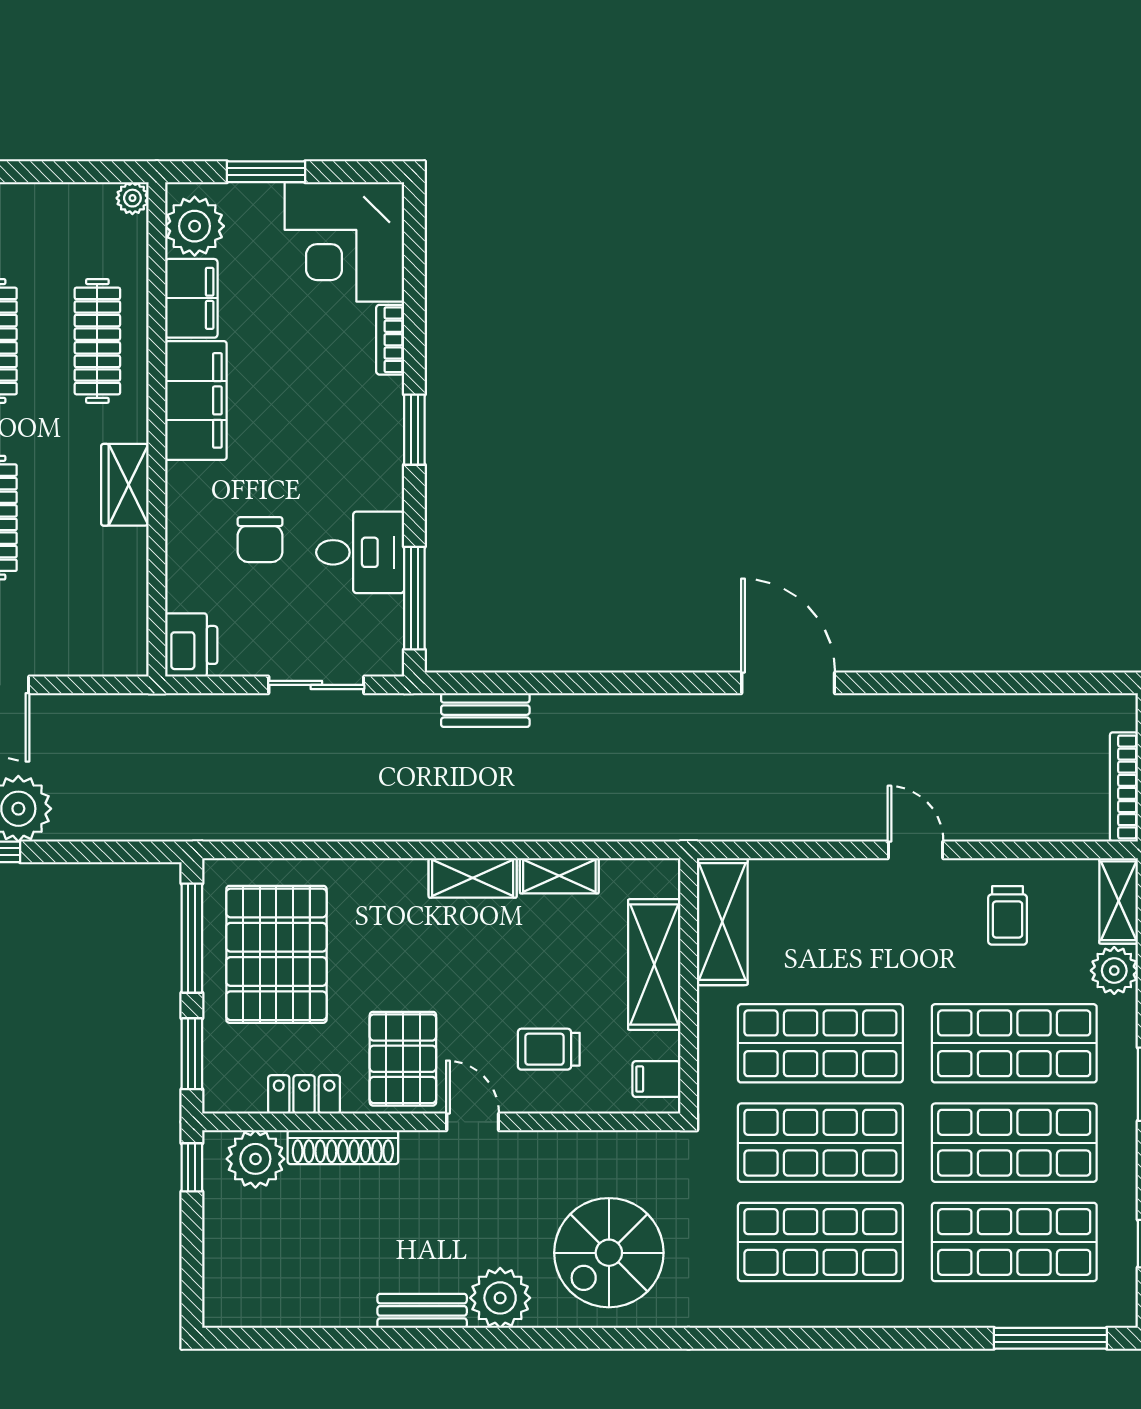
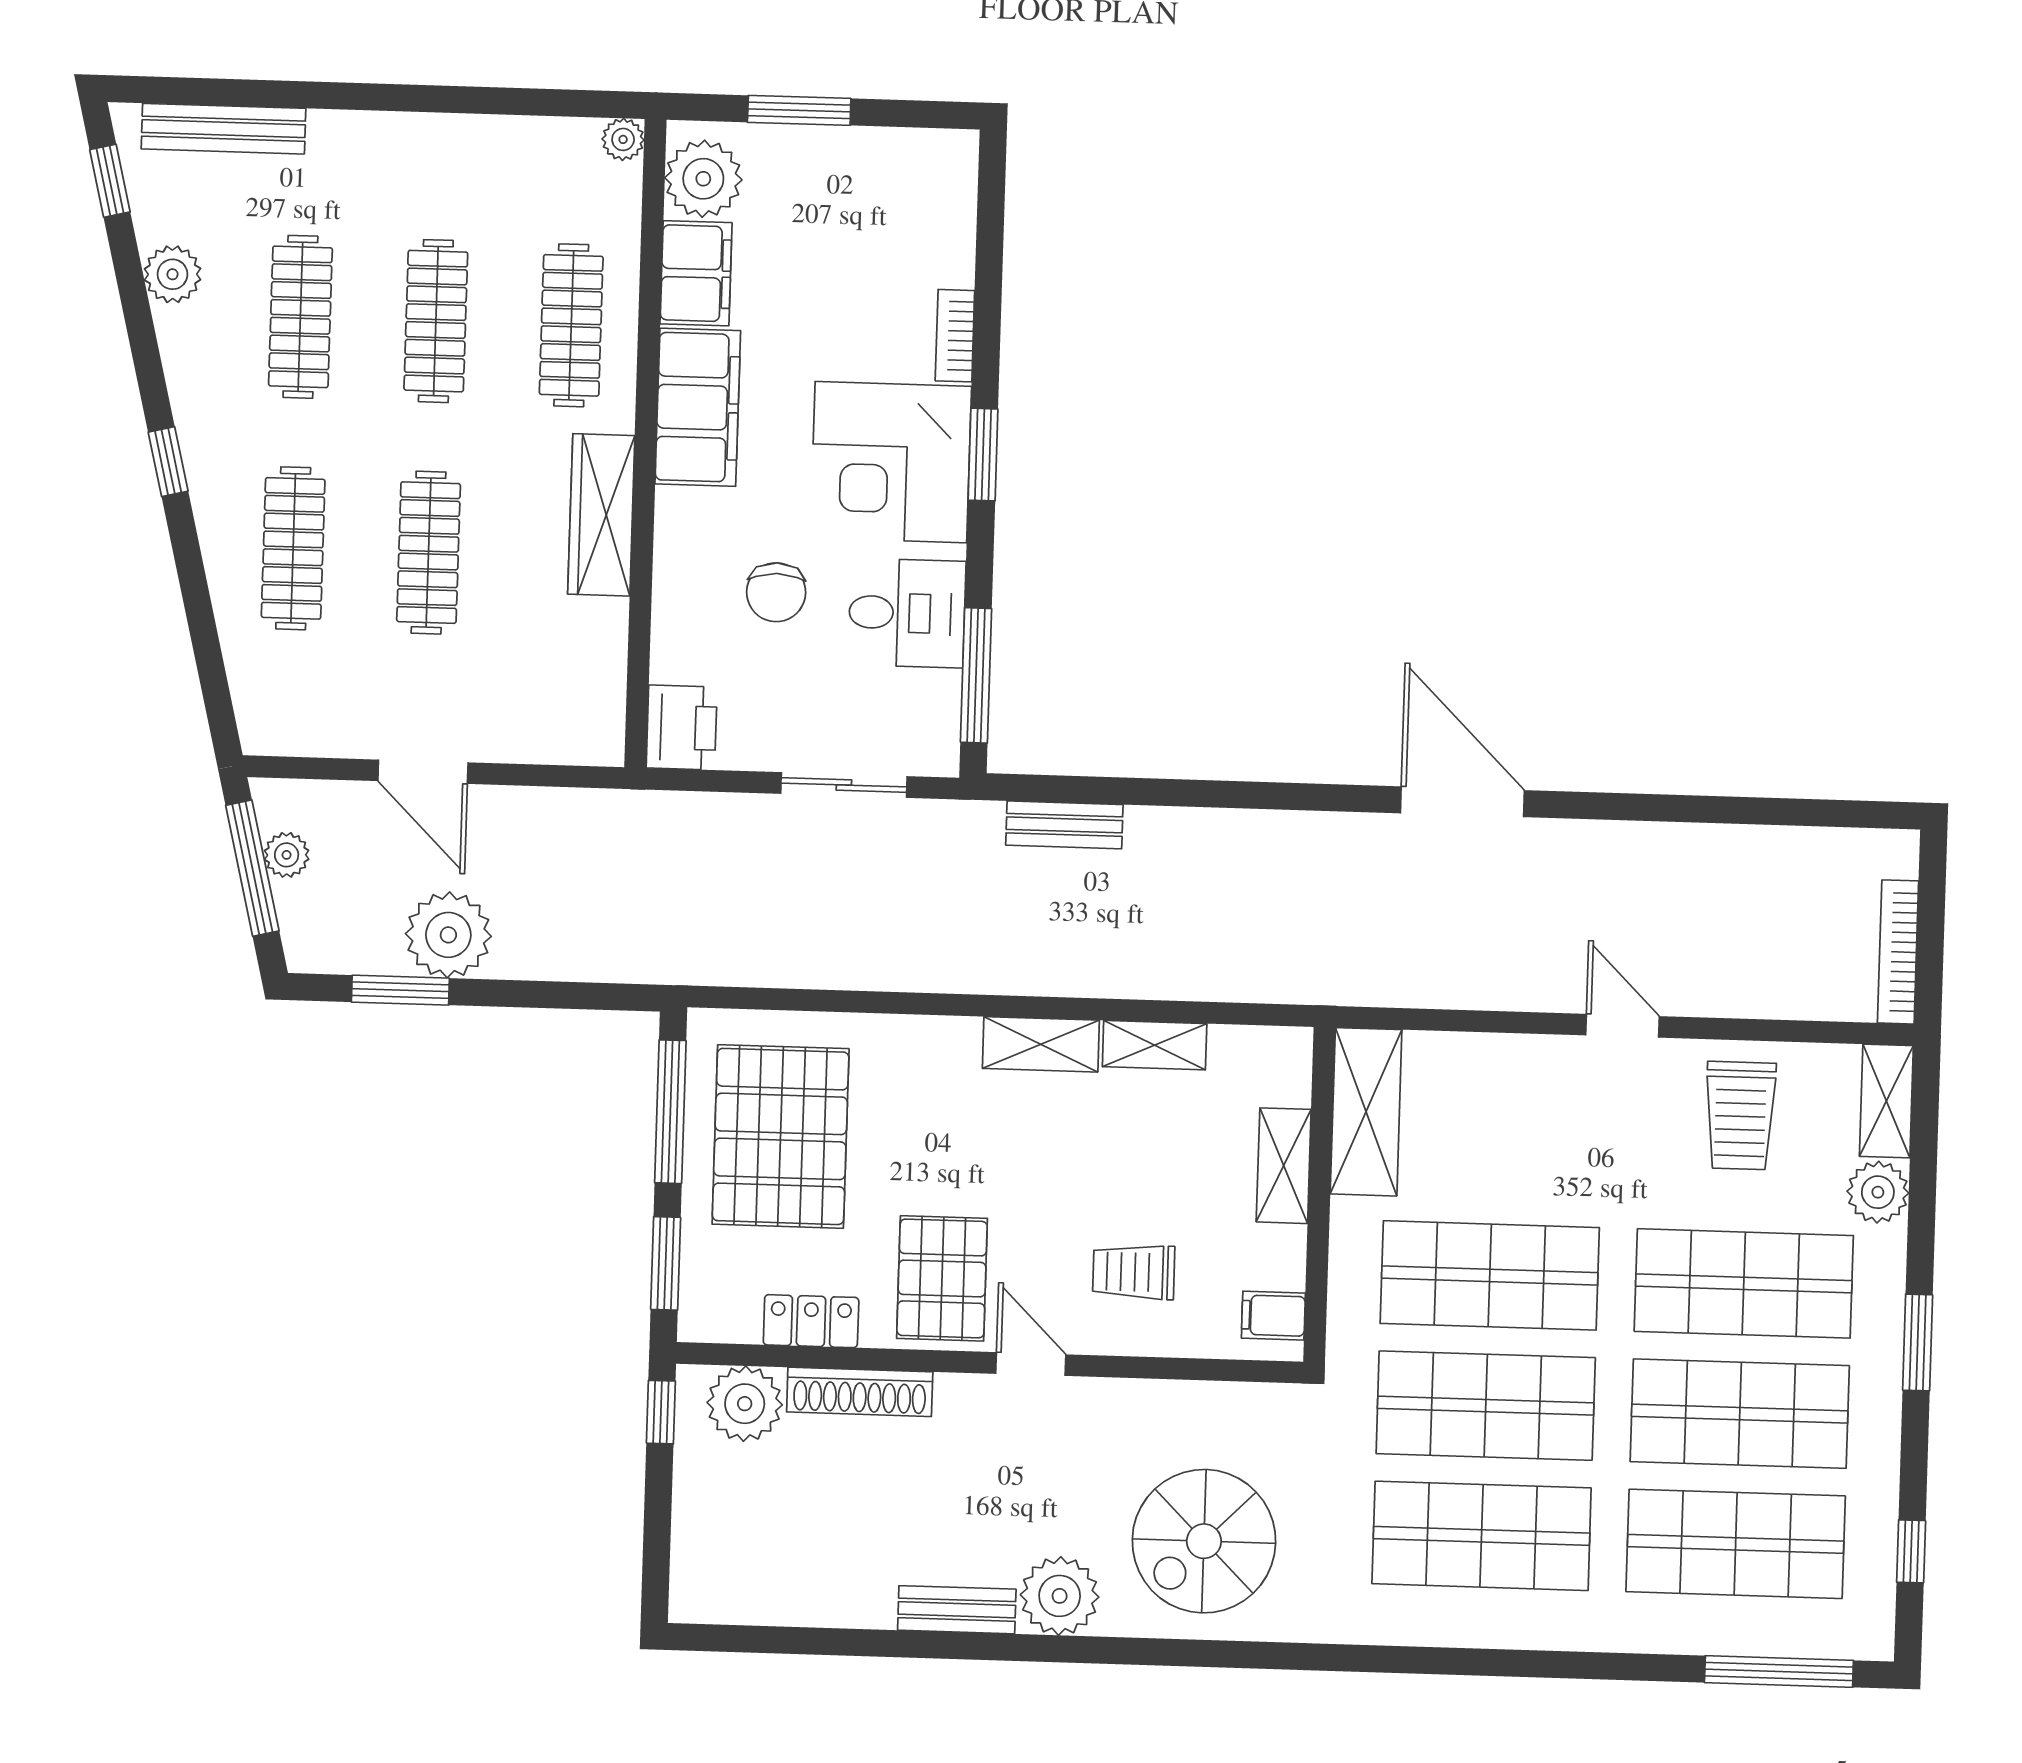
corner desk: (344, 242) -> (891, 462), moved
wardrobe: (125, 485) -> (601, 515), width x1.50
trolley: (1008, 915) -> (1740, 1116), width x1.36, depth x1.39
shelving: (654, 965) -> (1284, 1166), width x0.67, depth x0.75

